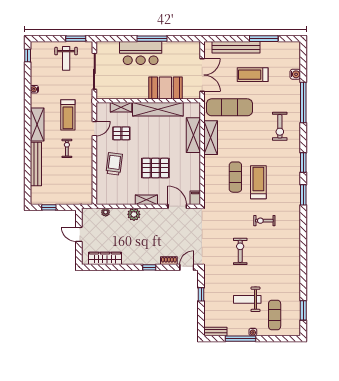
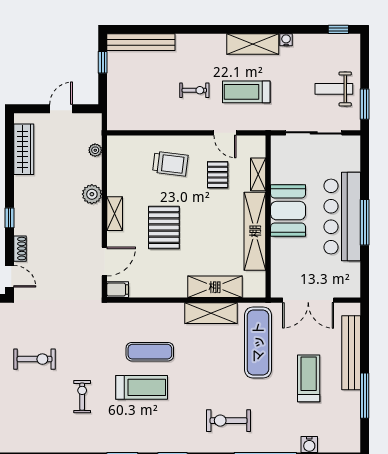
bar counter: (141, 53) -> (342, 217), width x1.36
booth: (165, 88) -> (288, 211), moved
shelving: (37, 125) -> (253, 44), moved
bench: (36, 164) -> (141, 42), moved

